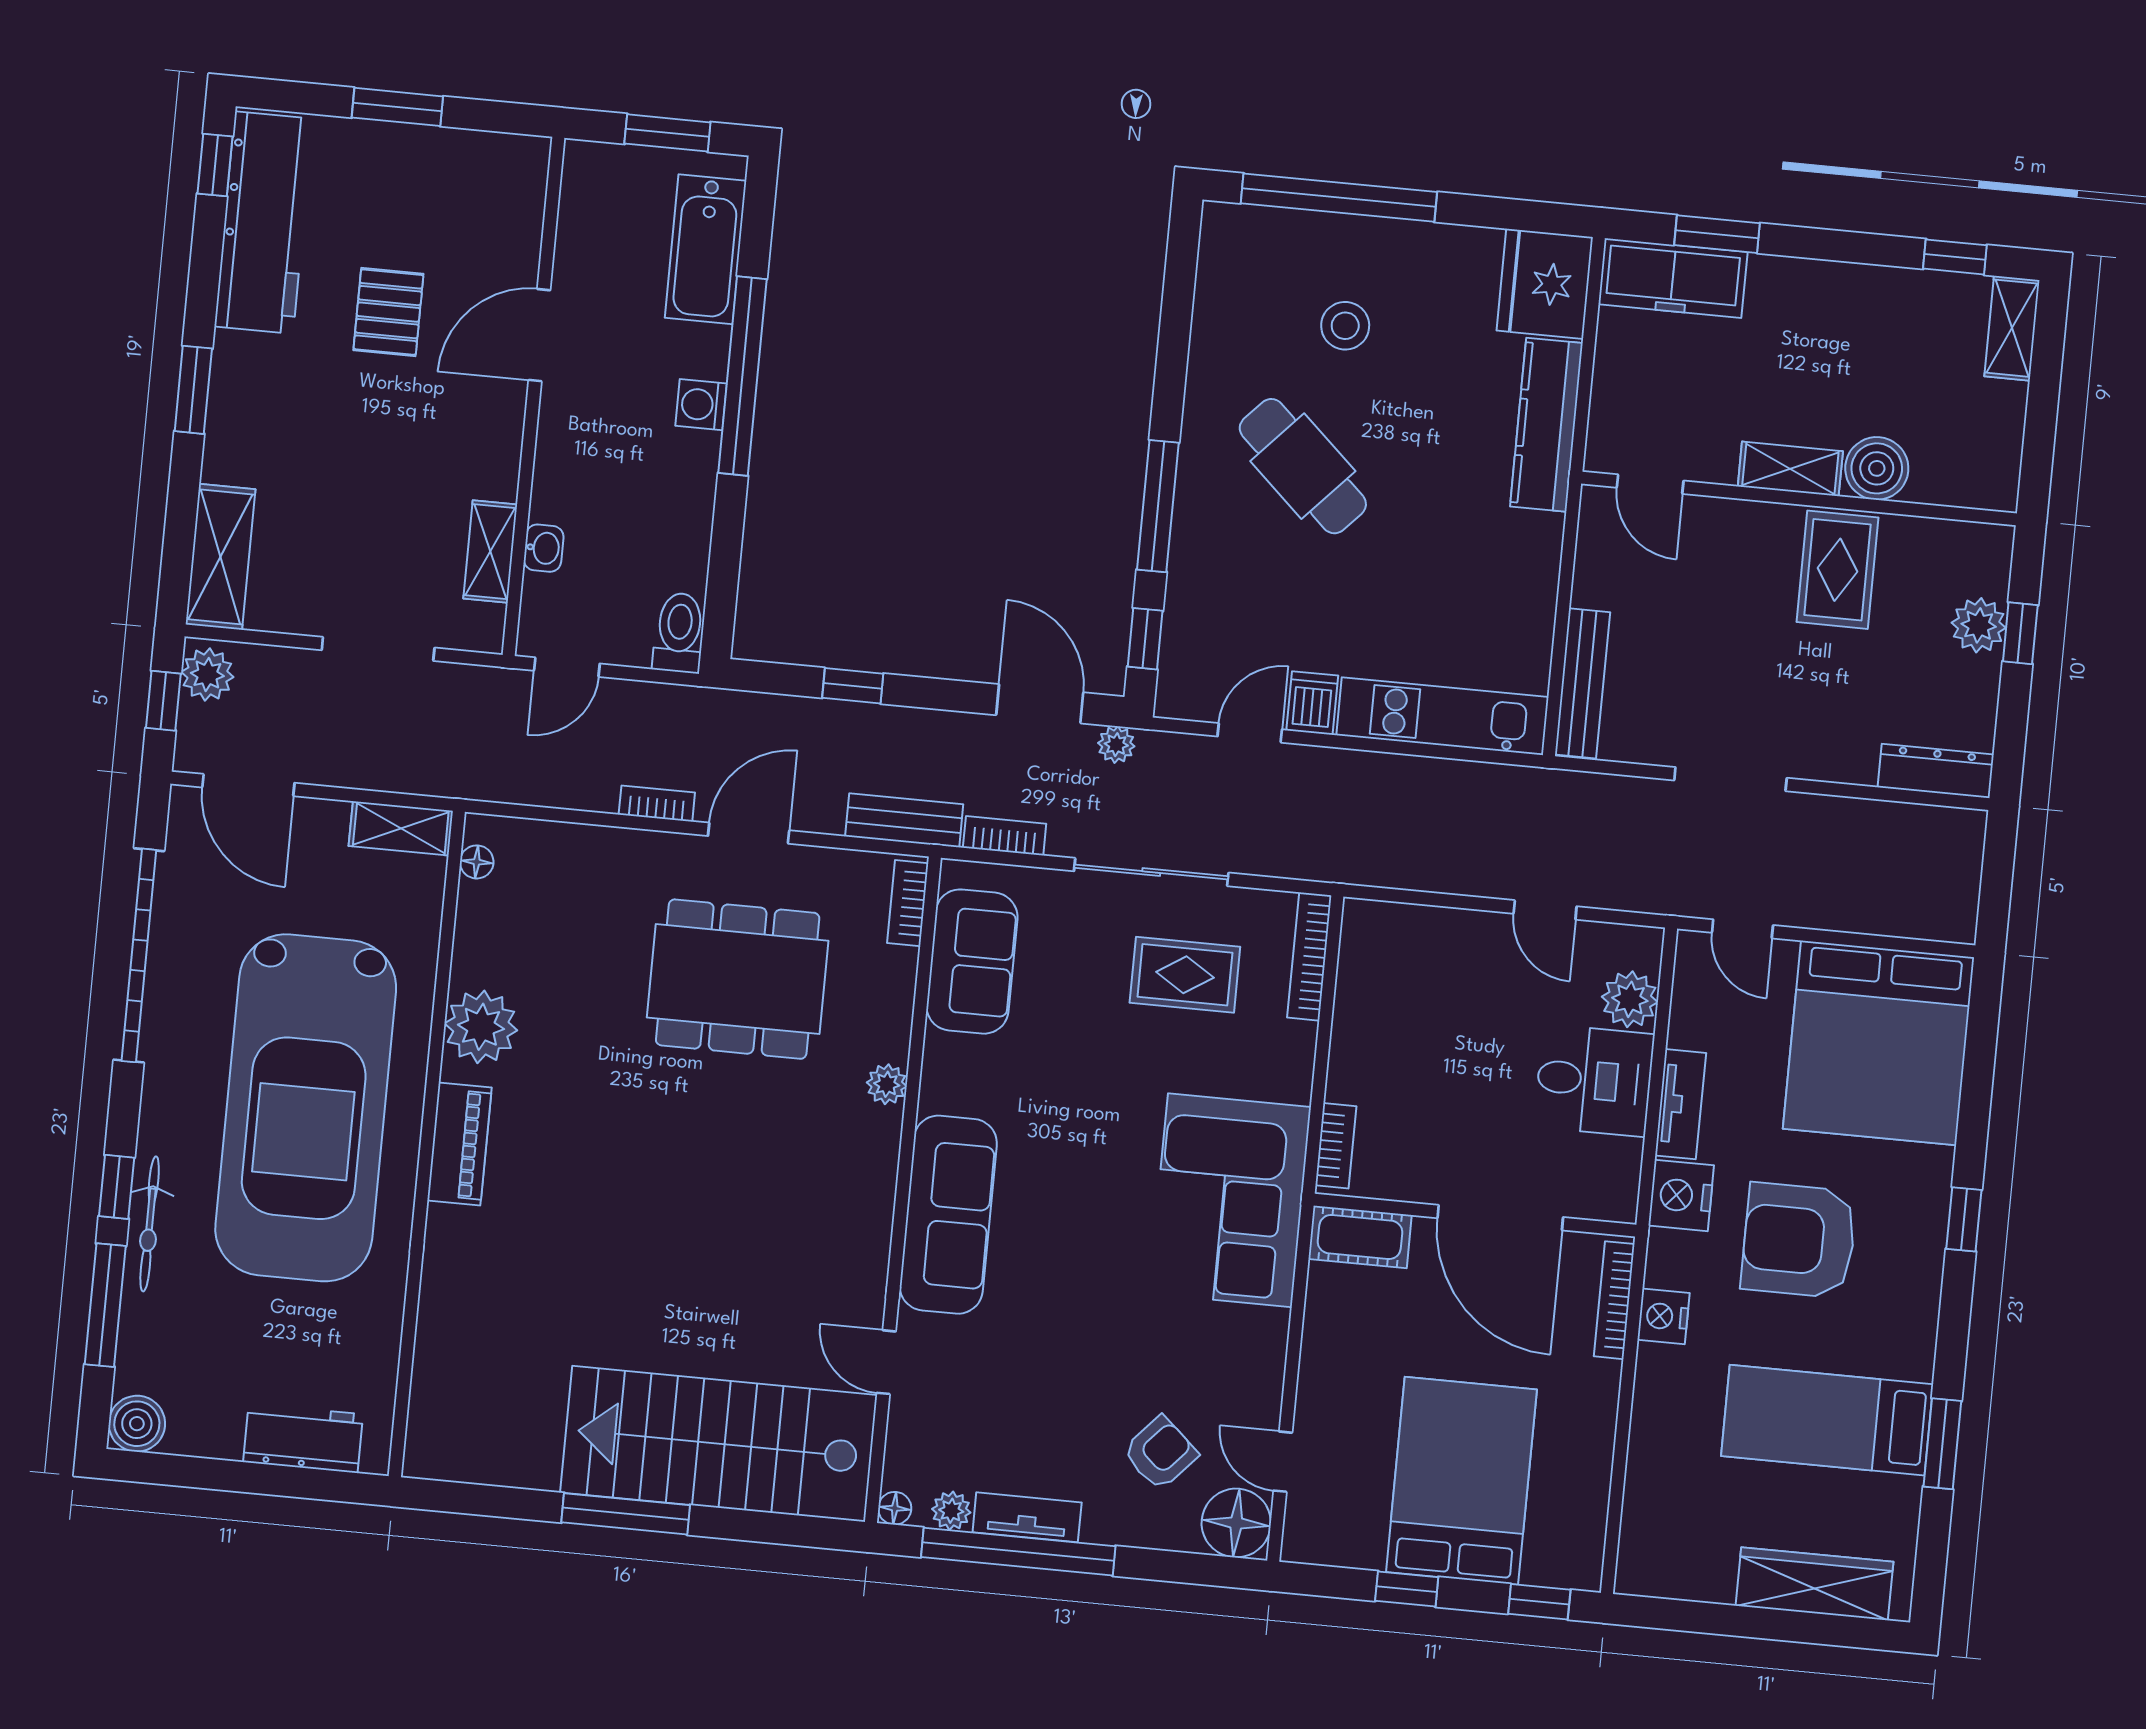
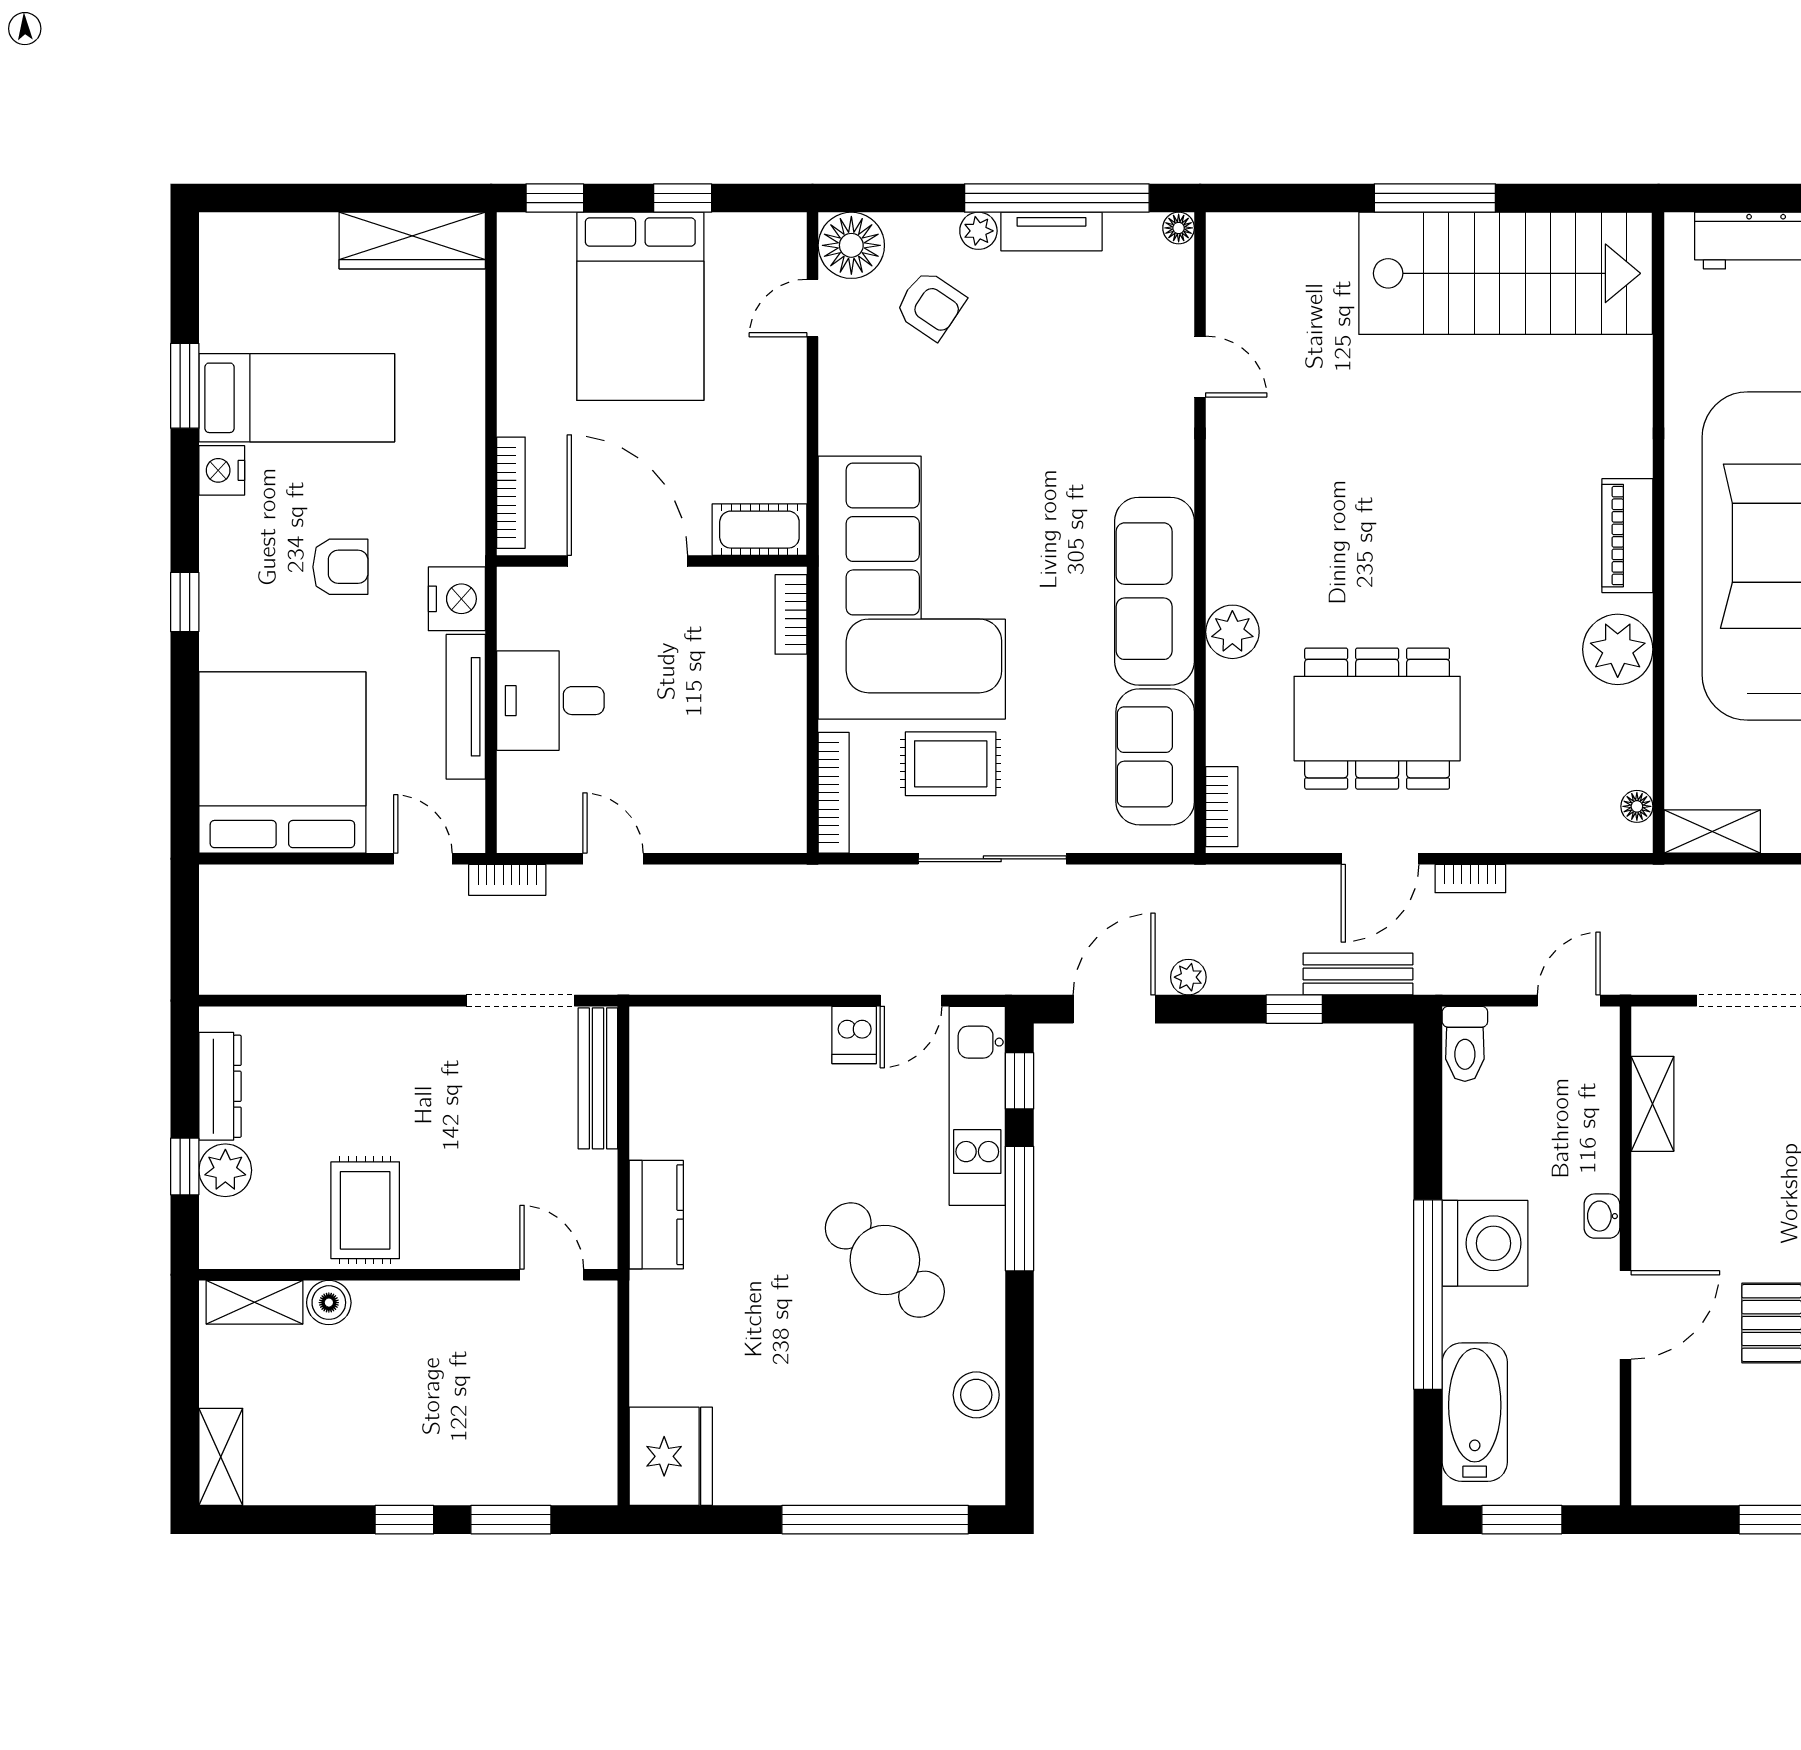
window: (1955, 257) -> (404, 1520), moved
freezer: (1673, 278) -> (549, 1473), removed
stool: (1345, 326) -> (976, 1395), moved
washing machine: (701, 405) -> (1485, 1243), width x1.89, depth x1.89
kitchen counter: (1546, 425) -> (656, 1215), moved, width x0.67
boiler: (1877, 468) -> (329, 1303), width x0.73, depth x0.73
shelving: (1790, 469) -> (254, 1302), moved
washbasin: (544, 548) -> (1602, 1216), moved
door: (1040, 704) -> (1114, 1009), swing flipped
kitchen unit: (1442, 716) -> (977, 1106), moved, turned 90
plant: (1116, 745) -> (1188, 977), moved
dresser: (1936, 771) -> (220, 1086), moved, turned -90
doorway: (1730, 779) -> (520, 1001), moved
bench: (904, 820) -> (1358, 974), moved
bookcase: (1005, 836) -> (507, 880), moved
plant: (1630, 999) -> (524, 781), removed
plant: (887, 1084) -> (1232, 632), width x1.38, depth x1.38
tv unit: (1681, 1104) -> (466, 707), width x1.41
corner sofa: (1230, 1200) -> (912, 588), width x1.36, depth x1.36
sofa: (948, 1215) -> (1154, 591), moved
armchair: (1799, 1240) -> (340, 567), width x0.53, depth x0.53
nightstand: (1663, 1316) -> (222, 470), moved, turned 180
stairs: (719, 1444) -> (1506, 273), moved
armchair: (1160, 1453) -> (930, 305), turned -98
door: (1283, 1462) -> (812, 308), swing flipped
plant: (951, 1511) -> (978, 231), moved
wardrobe: (1815, 1584) -> (412, 240), moved

